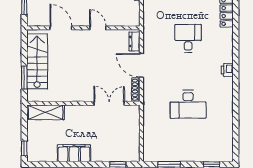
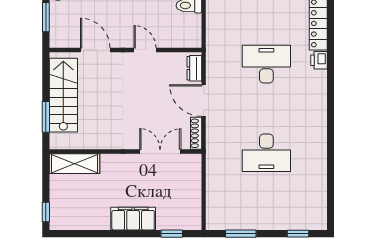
desk: (188, 38) -> (266, 64), width x1.37
printer: (227, 70) -> (319, 60), moved
filing cabinet: (74, 153) -> (133, 219), moved

